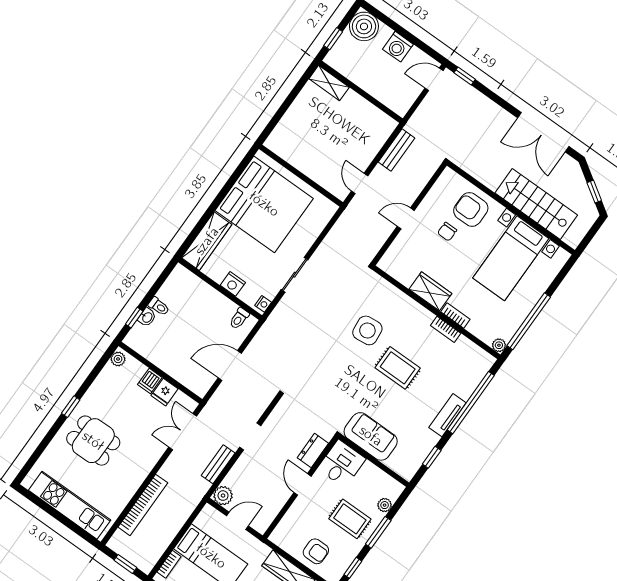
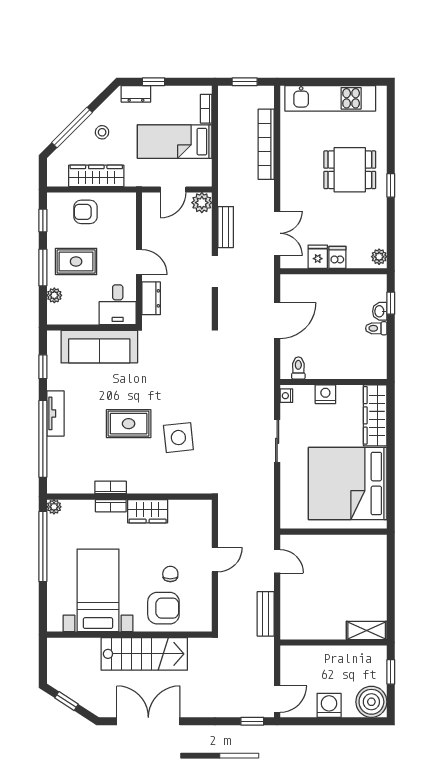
stairs: (536, 204) -> (144, 654), moved
sofa: (371, 436) -> (99, 347), width x1.36

